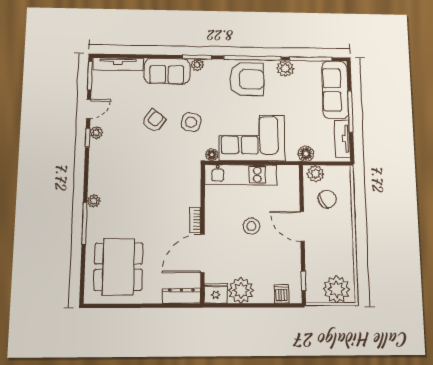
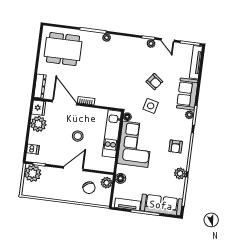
armchair: (247, 79) -> (176, 146), width x0.53, depth x0.53
plant: (336, 289) -> (33, 173), moved

